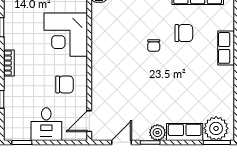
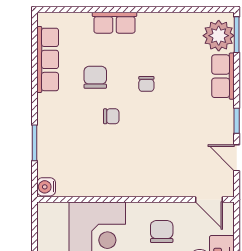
chair: (179, 73) -> (146, 84), added
plant: (157, 132) -> (224, 111), removed

